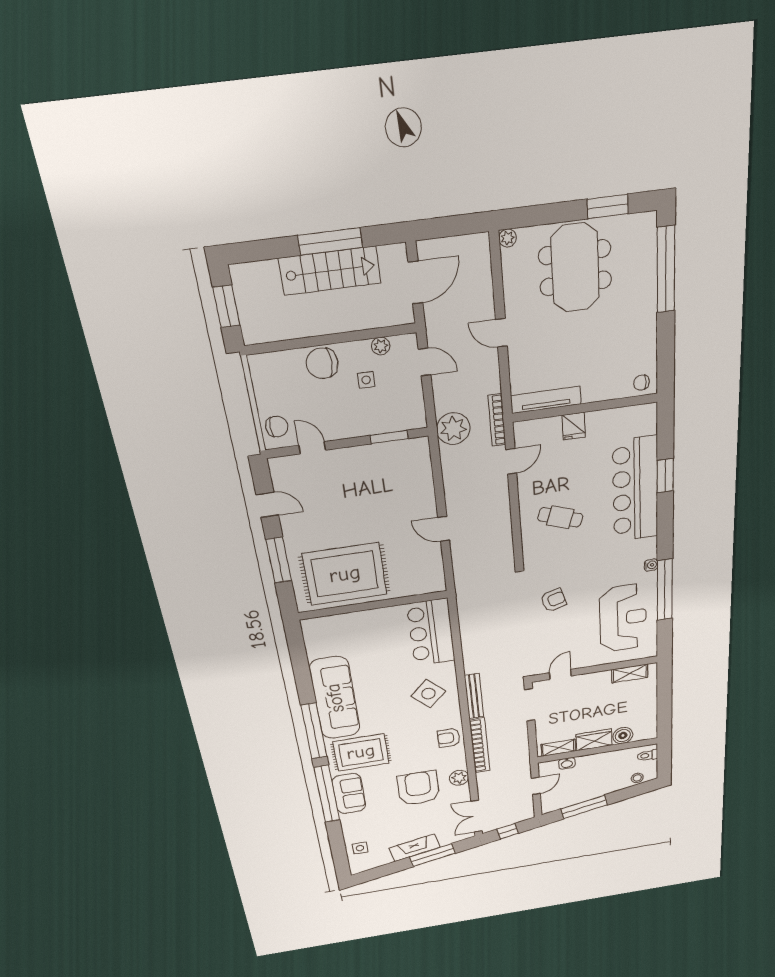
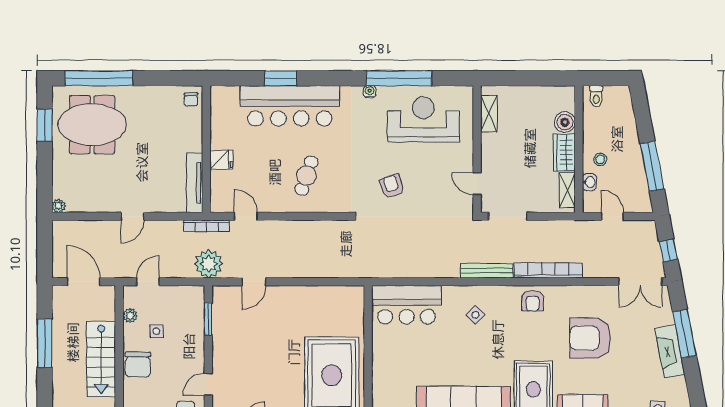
meeting table: (575, 268) -> (92, 125), moved
stairs: (330, 271) -> (101, 359), moved, turned 180
door: (444, 529) -> (254, 282), moved
side table: (428, 694) -> (475, 315), width x0.54, depth x0.54
plant: (459, 778) -> (585, 295), removed
stool: (637, 778) -> (600, 159), moved

